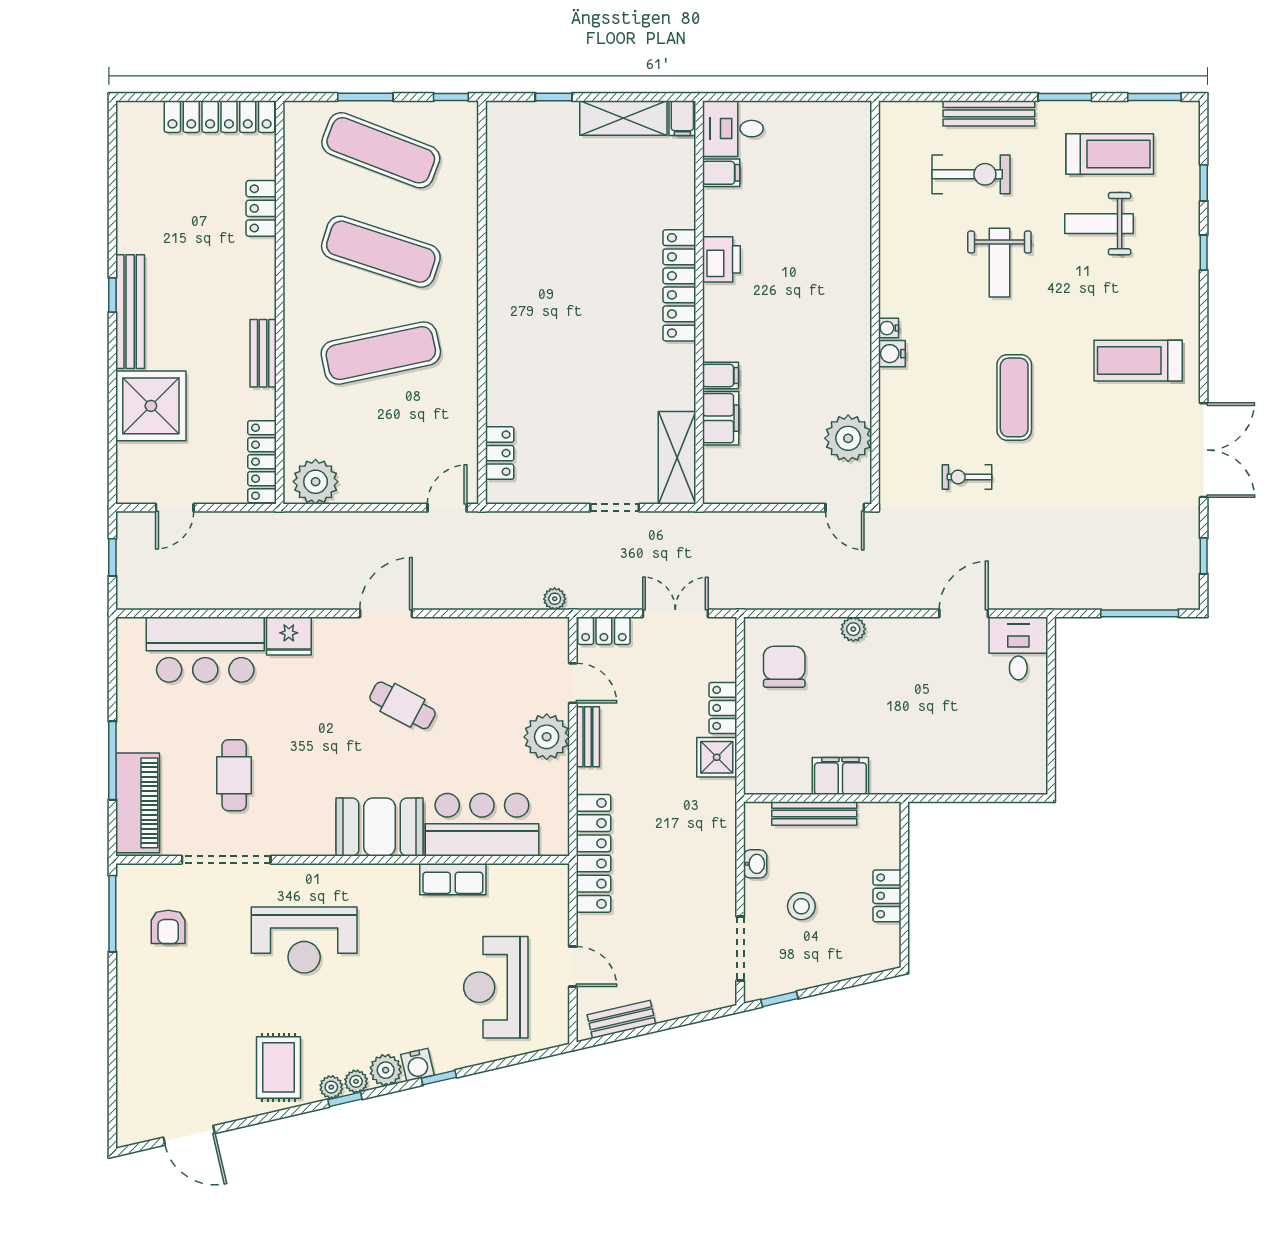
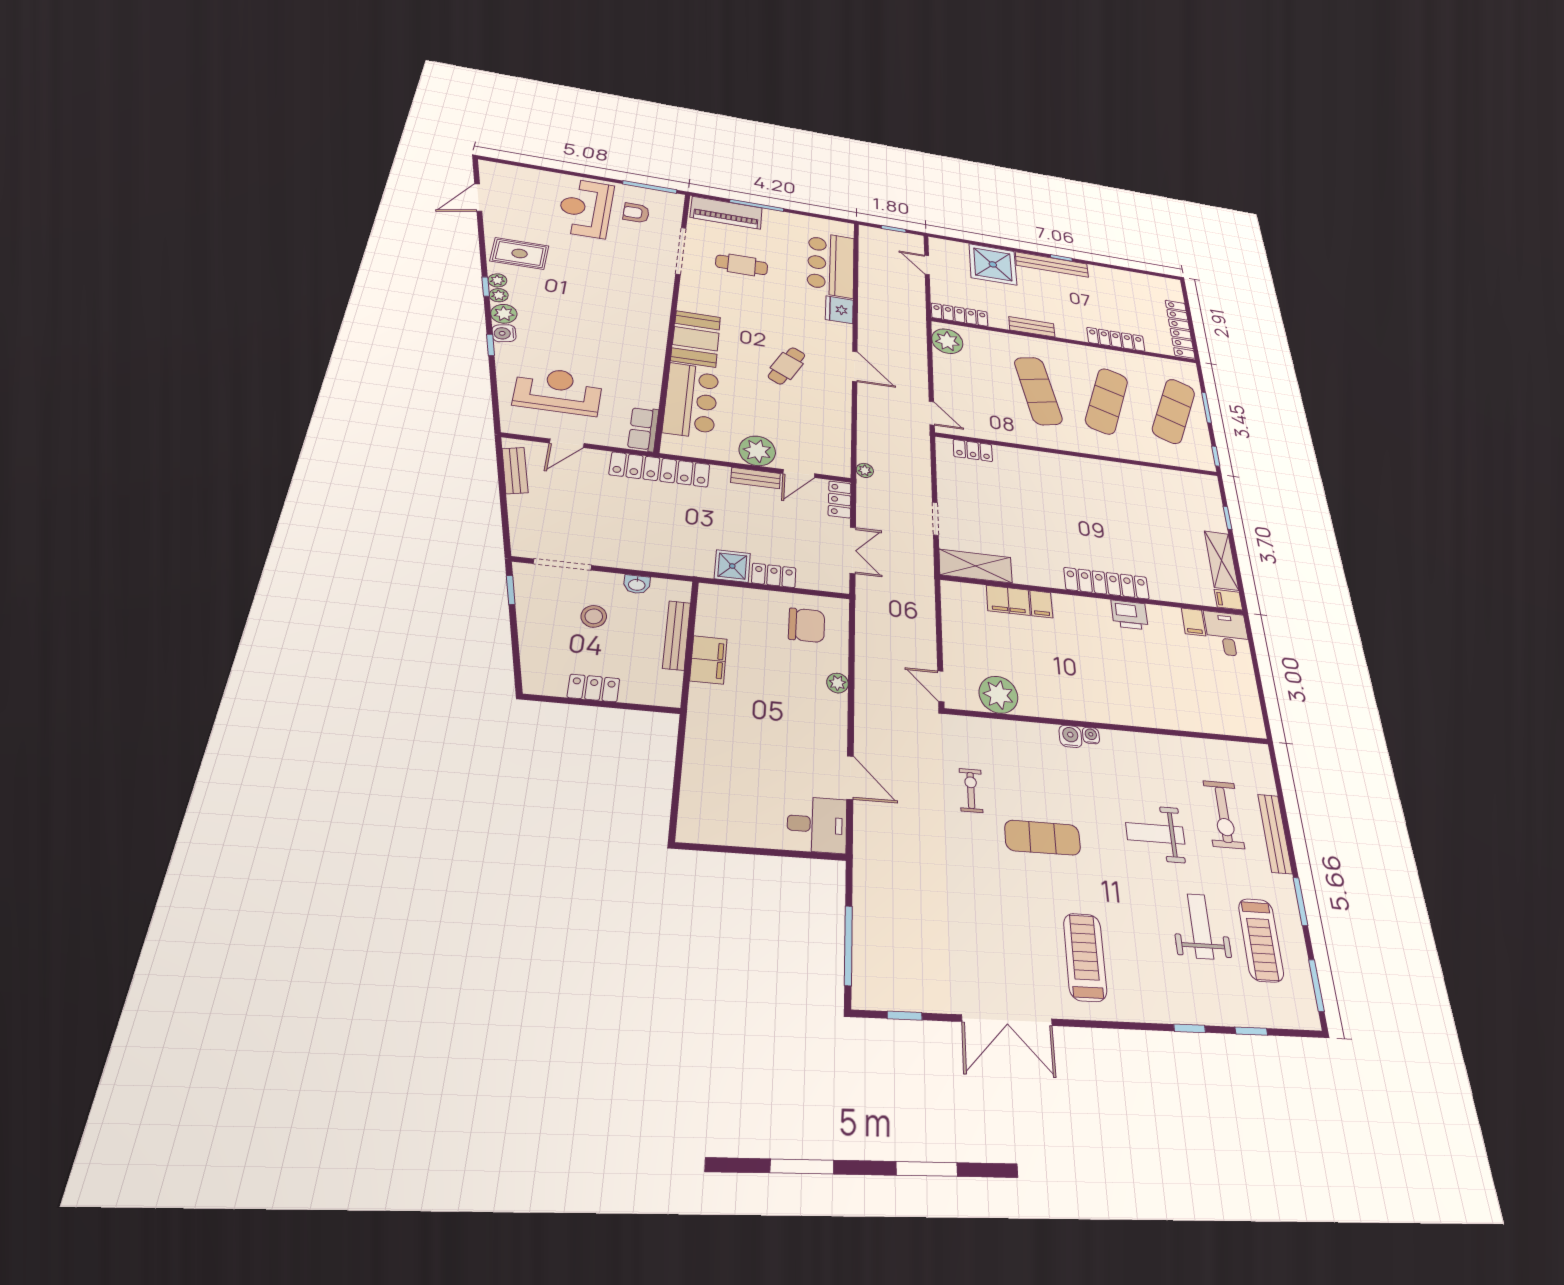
locker: (261, 208) -> (1116, 339), width x1.53
door: (845, 508) -> (941, 686), hinge flipped
row of seats: (453, 879) -> (643, 429), moved
reception desk: (304, 940) -> (586, 208), moved

